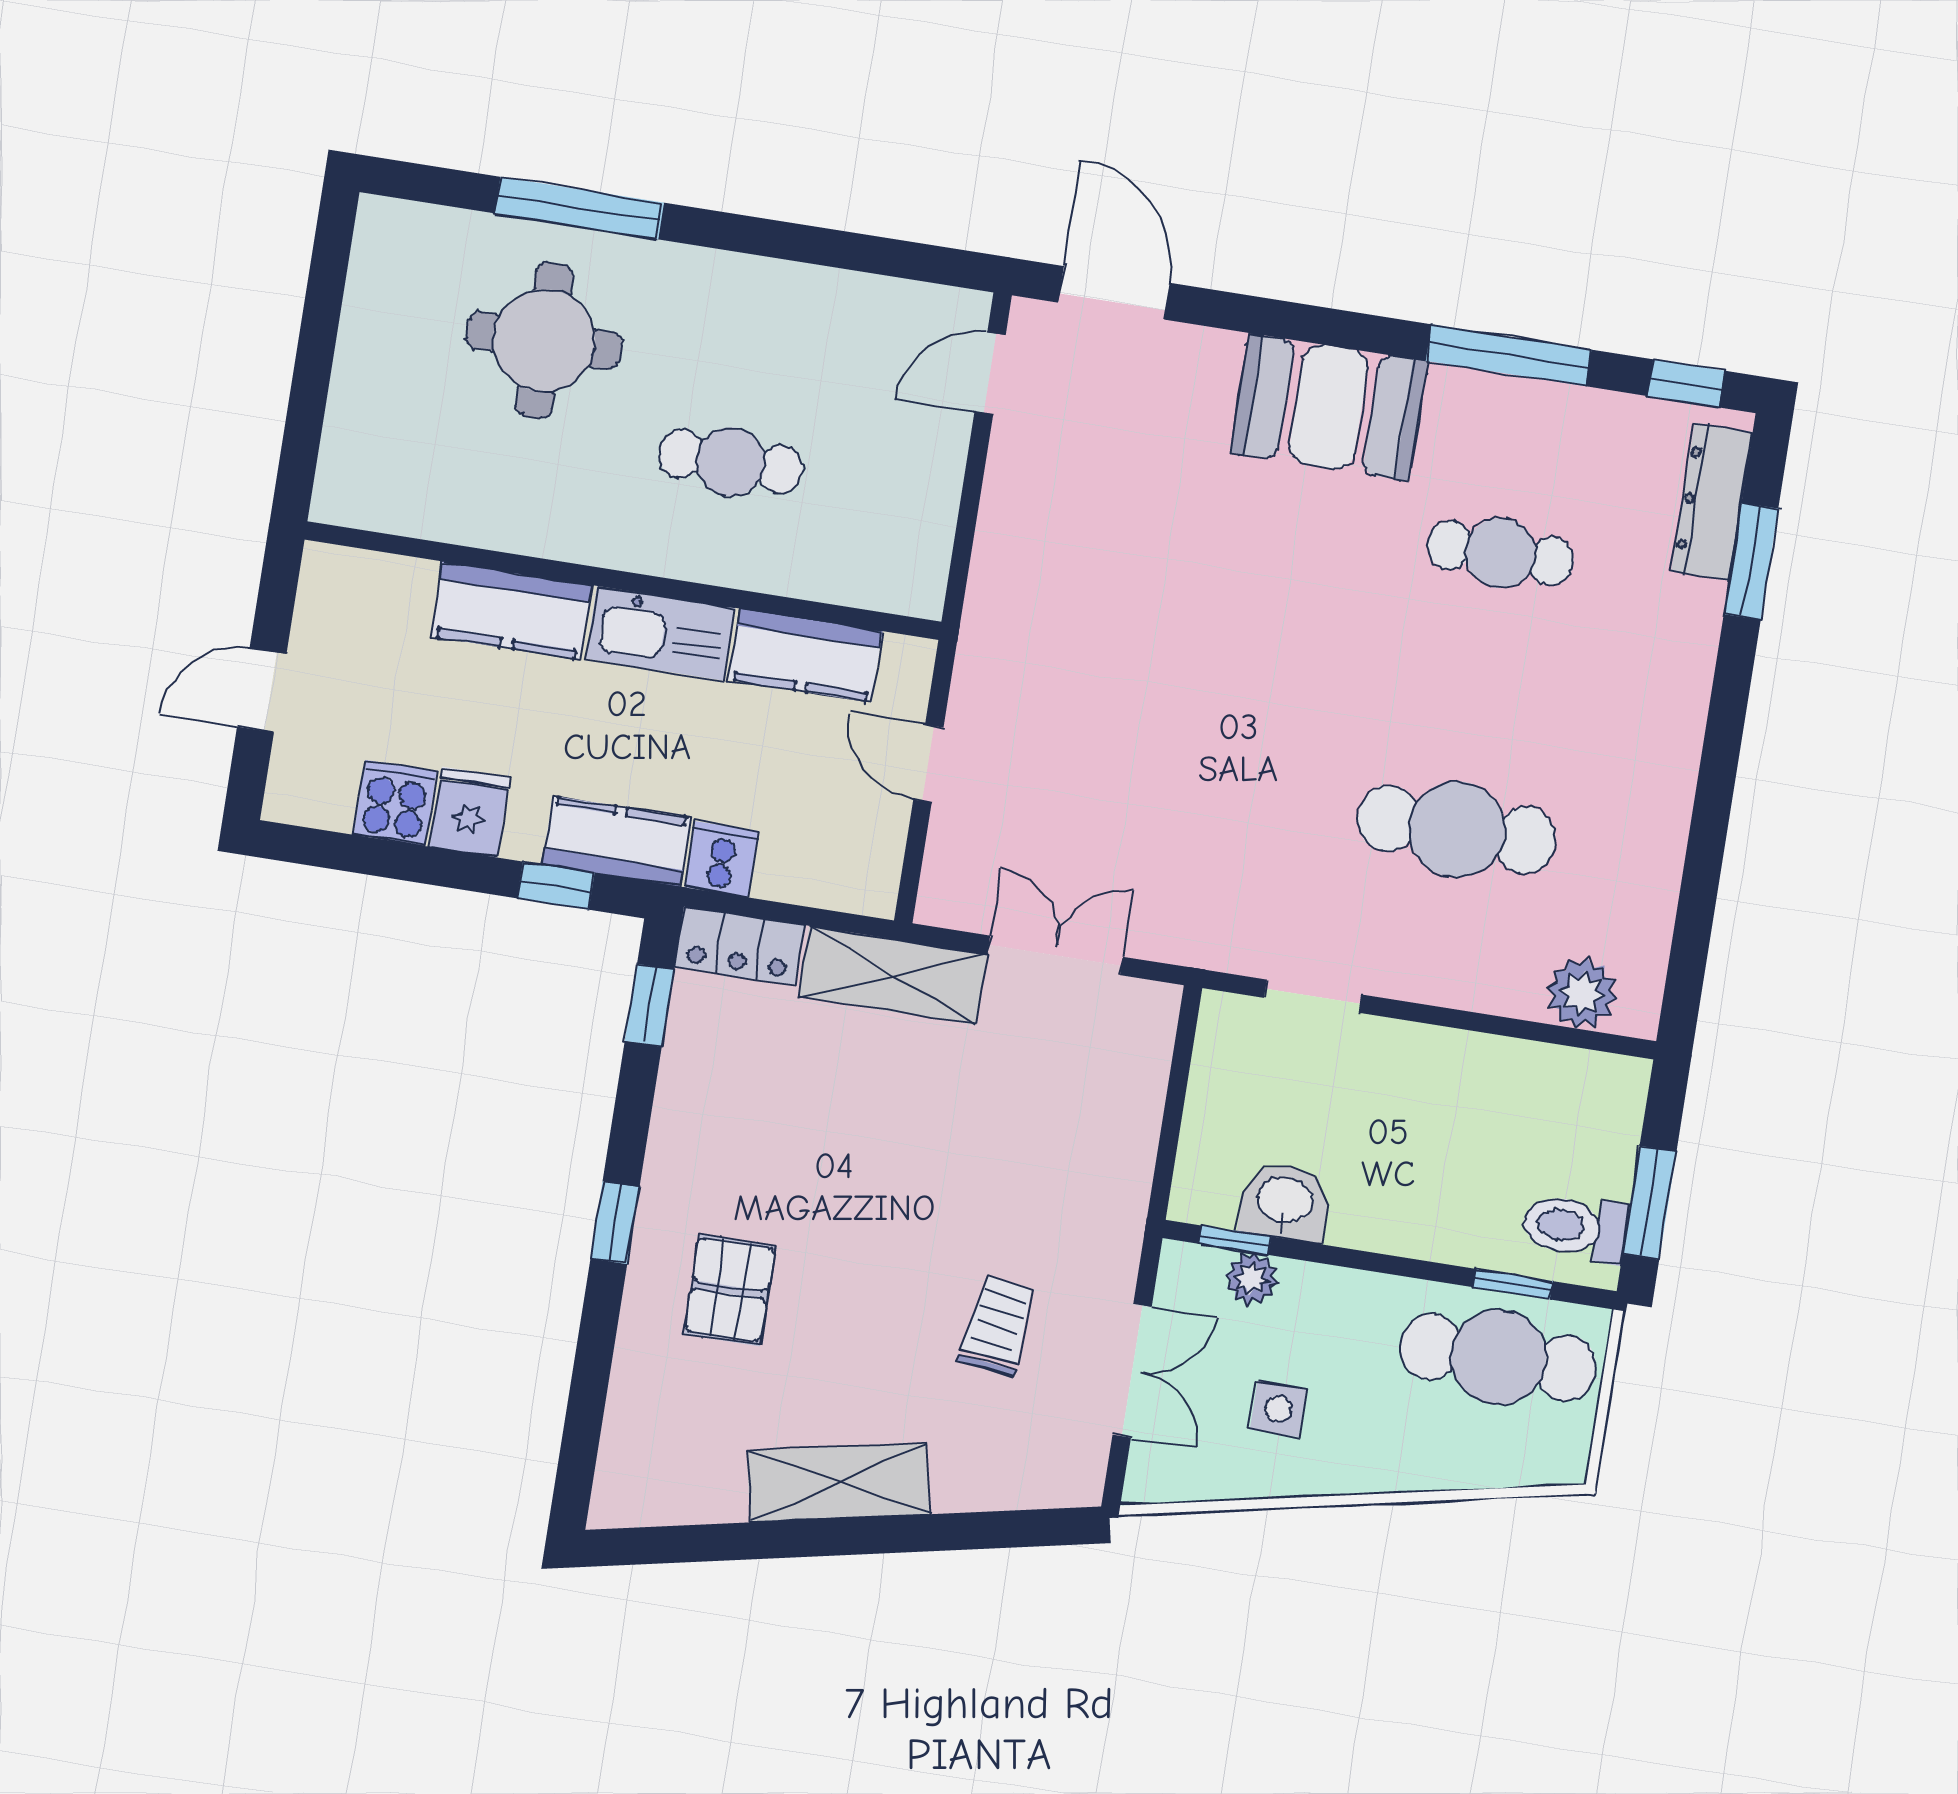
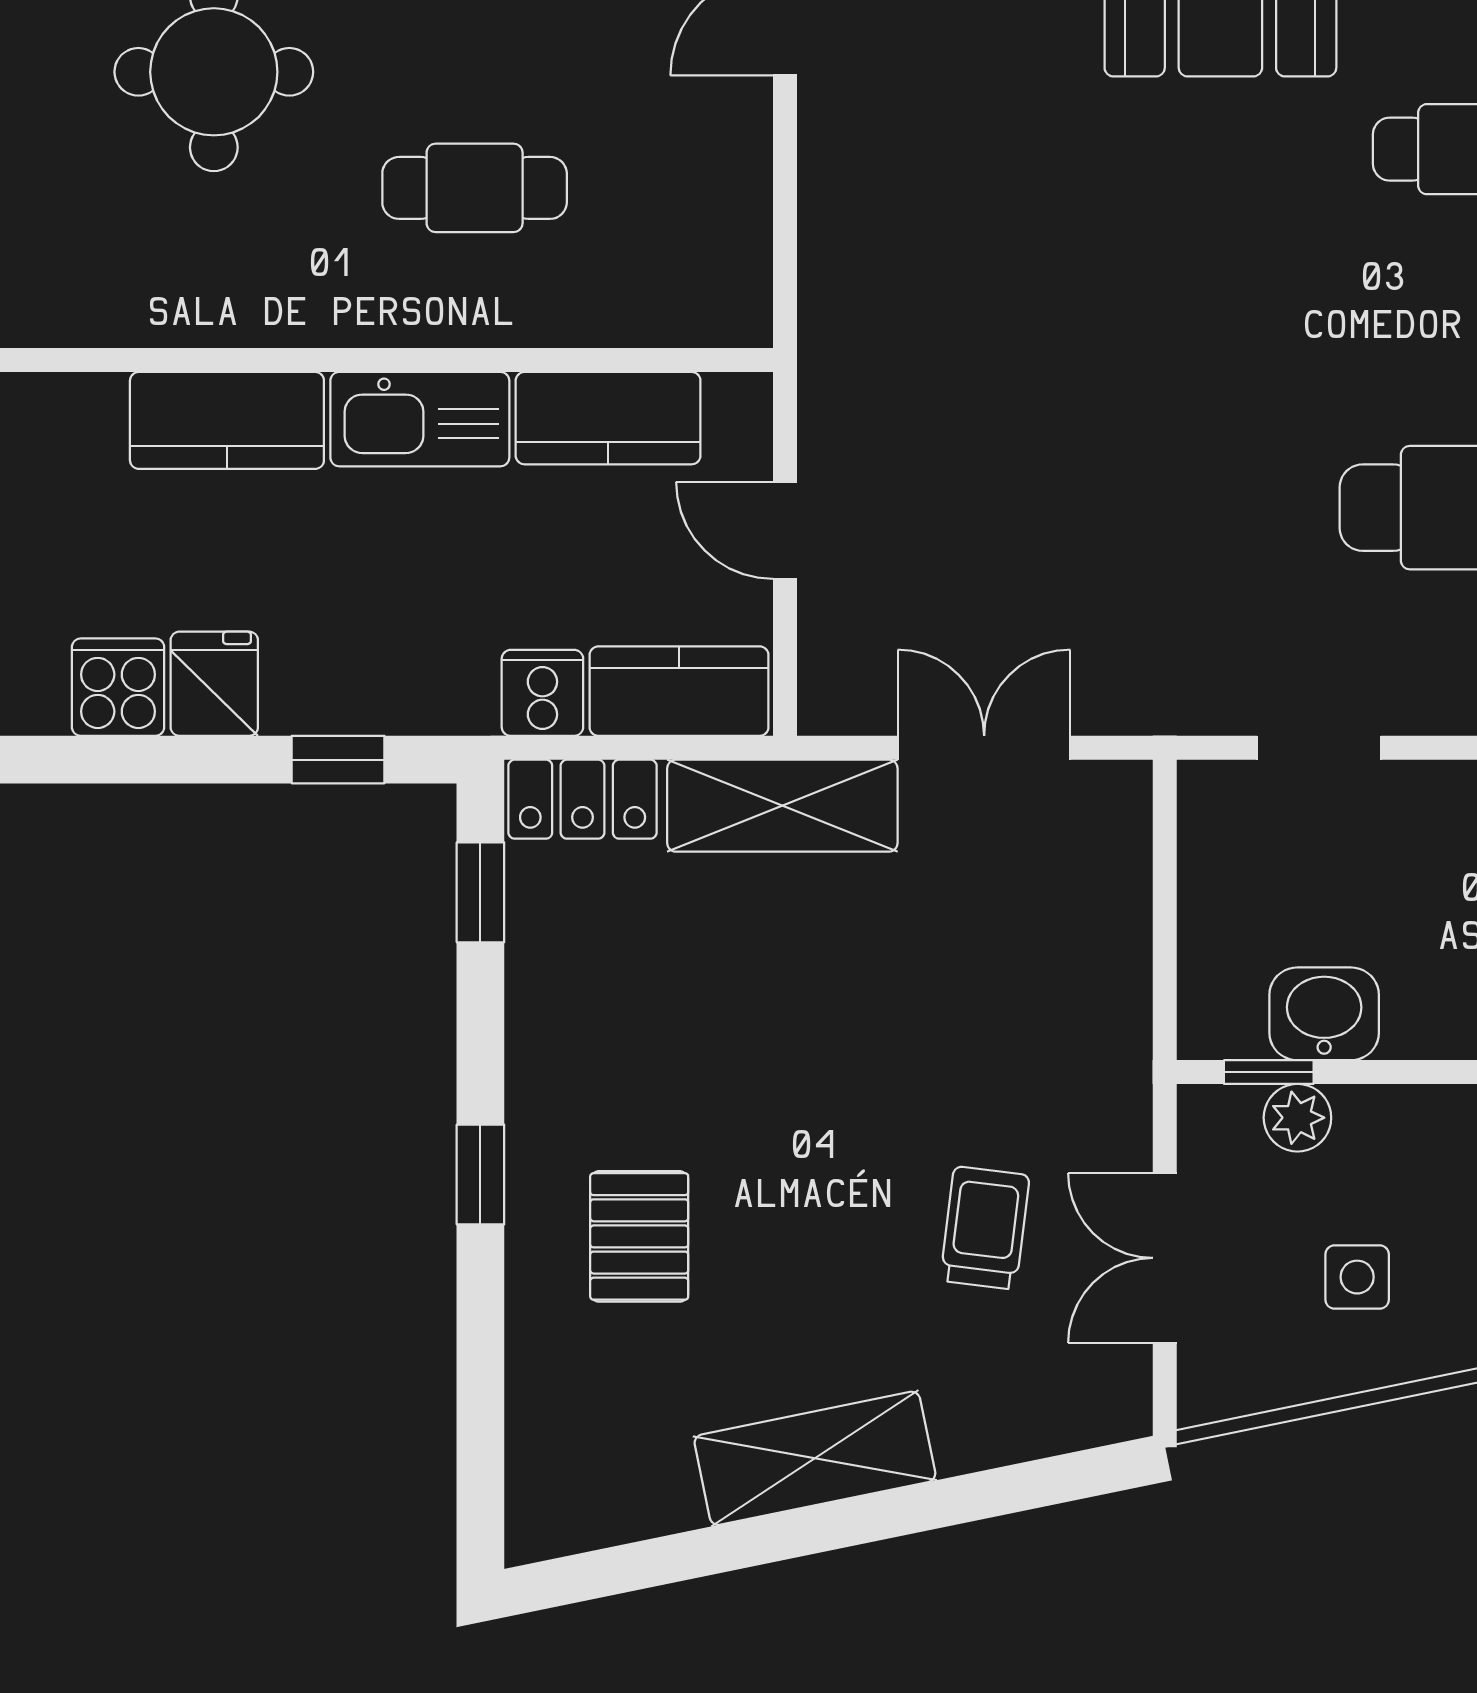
kitchen counter: (616, 841) -> (679, 691), moved
double door: (1132, 1371) -> (1165, 1258), swing flipped

